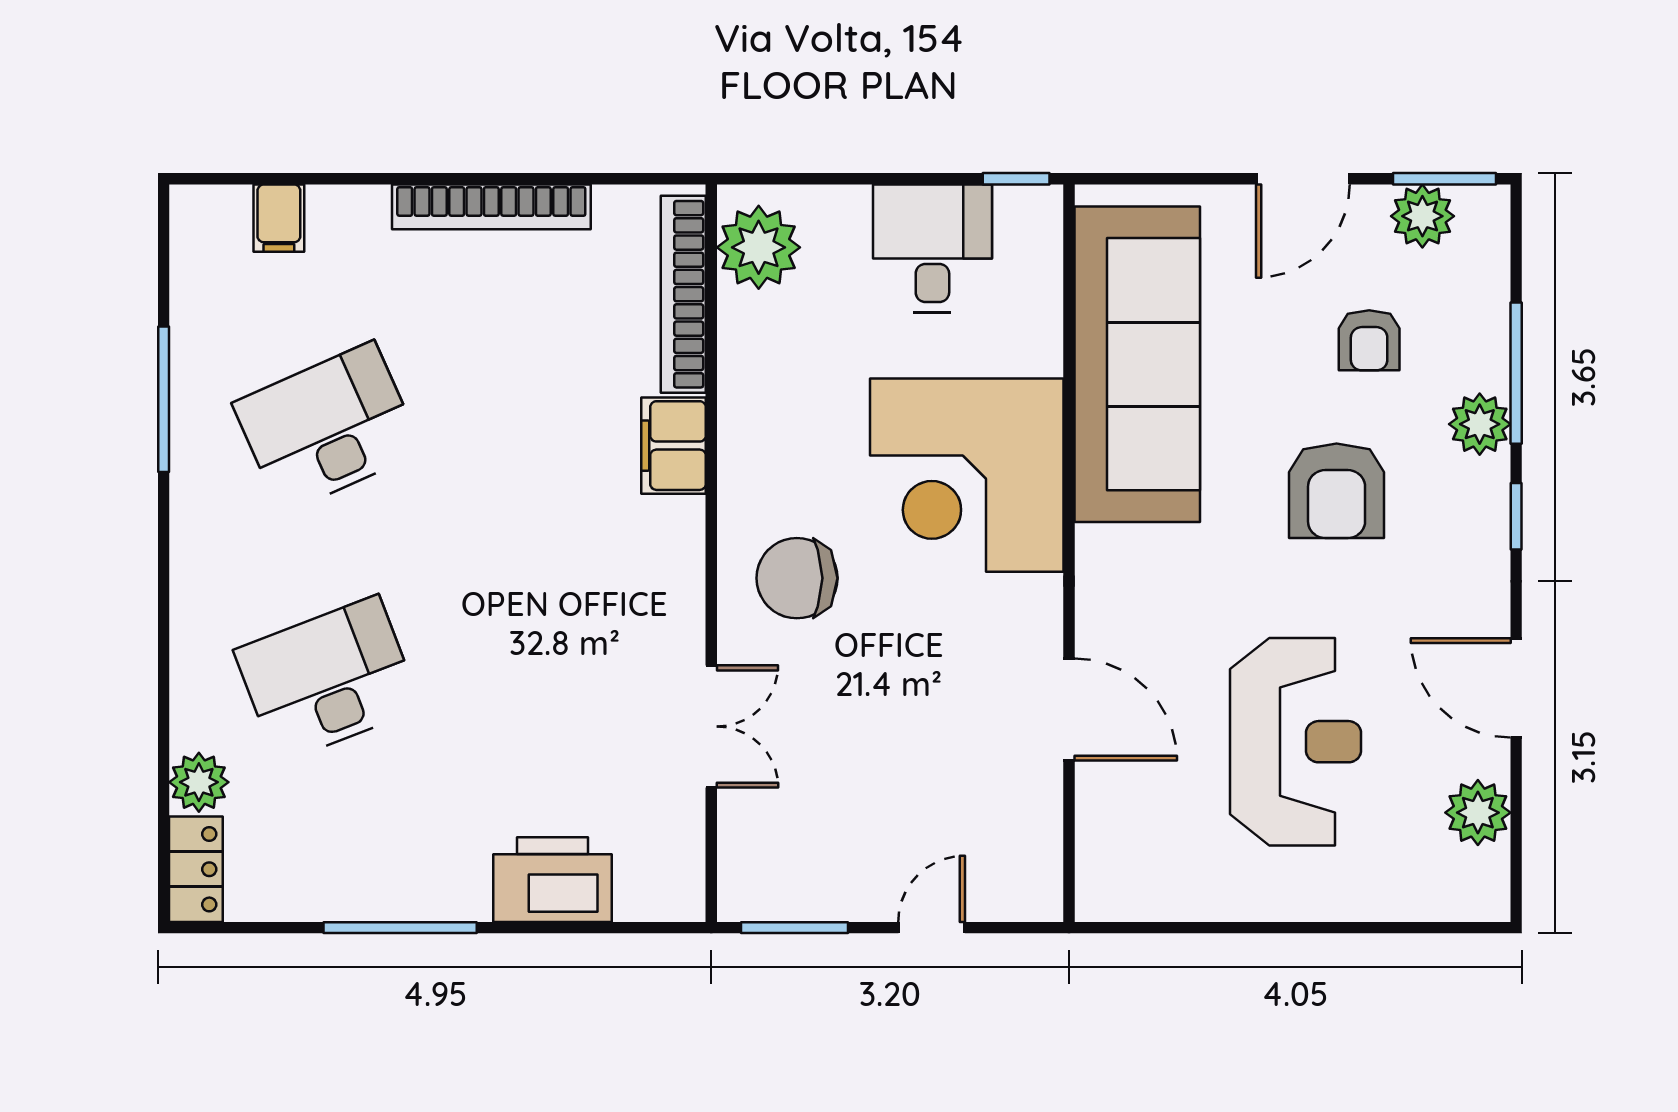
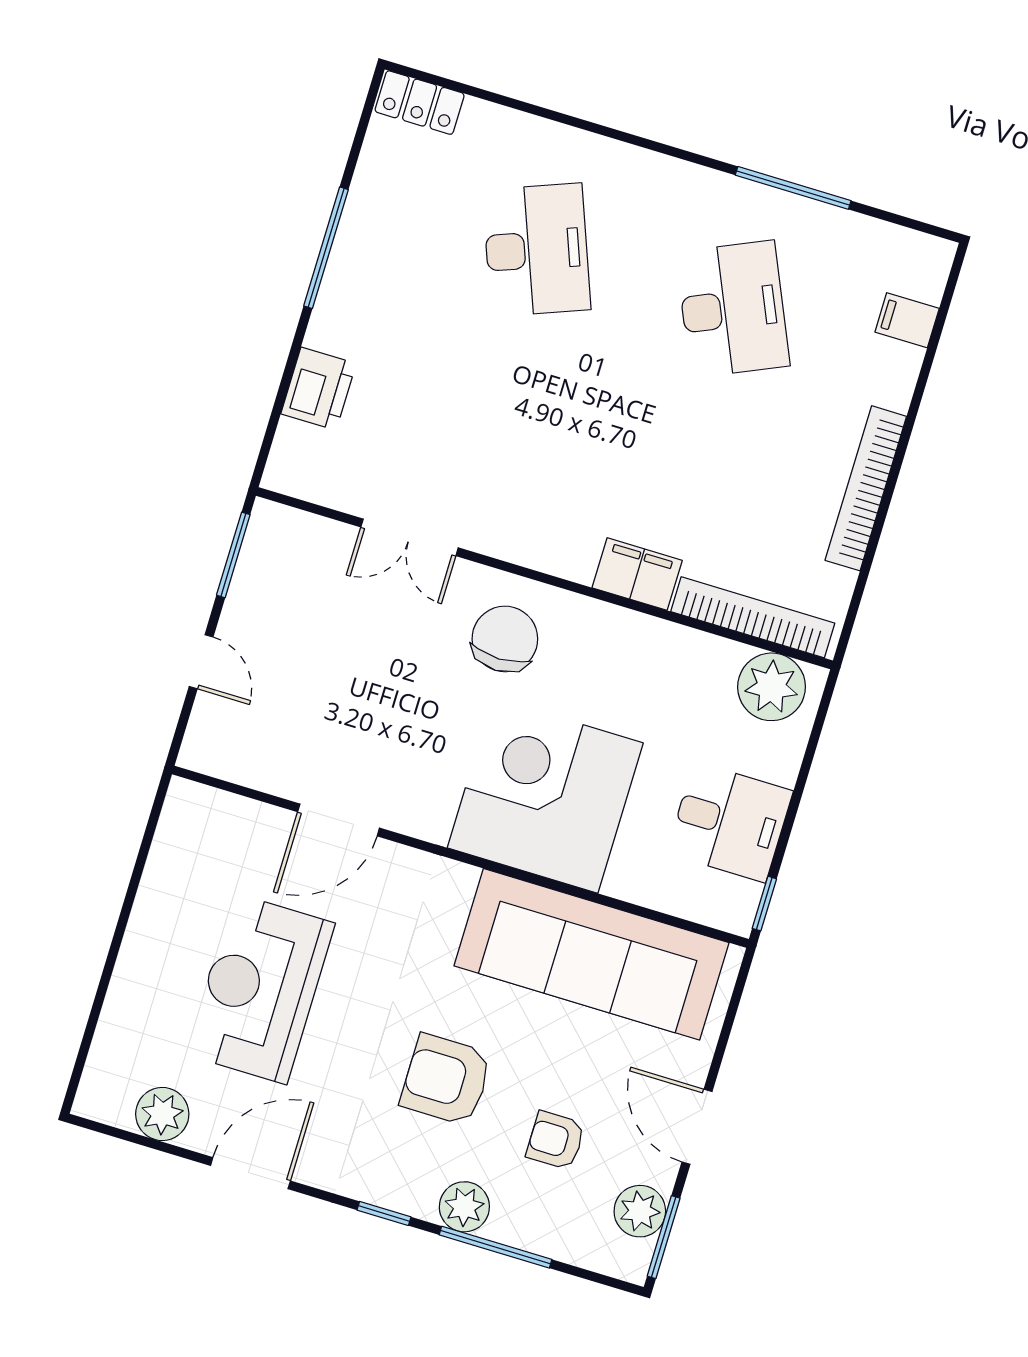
reception desk: (1296, 742) -> (260, 989), turned 90
plant: (199, 782) -> (487, 125), removed
printer: (553, 880) -> (319, 389), width x0.73, depth x0.84

